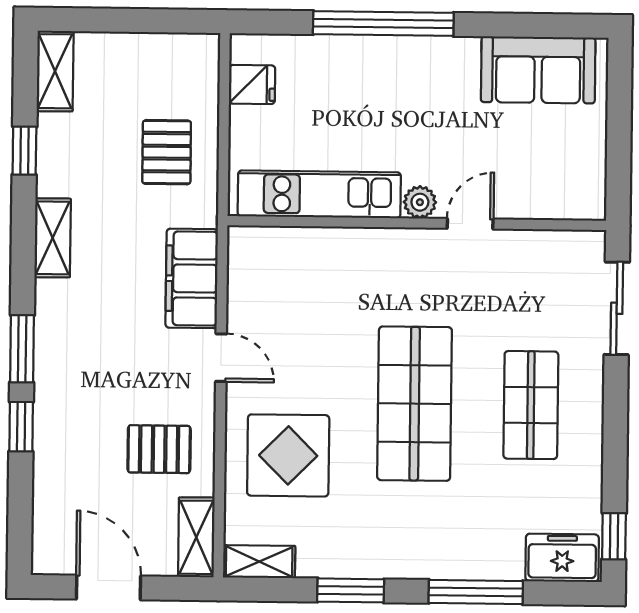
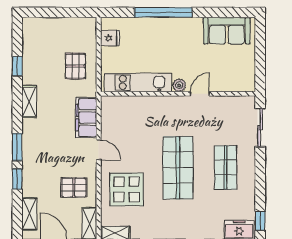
shelving: (55, 71) -> (29, 214), moved

